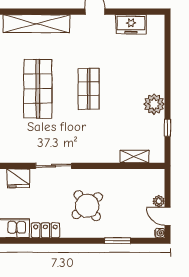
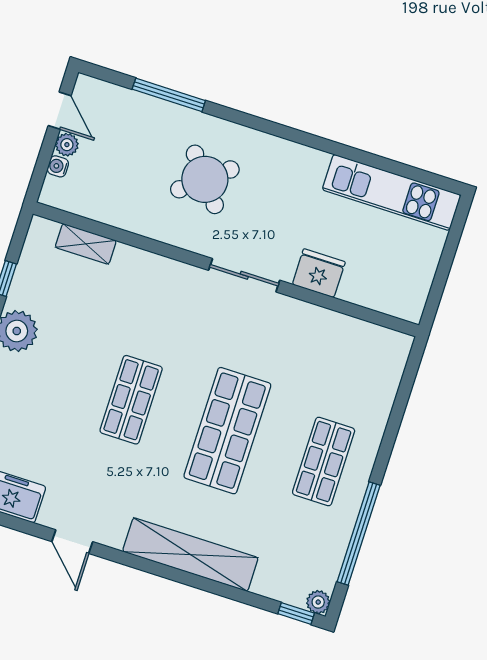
locker: (45, 230) -> (299, 158), removed
water cooler: (160, 233) -> (58, 166), moved
window: (118, 241) -> (169, 95), width x1.44

